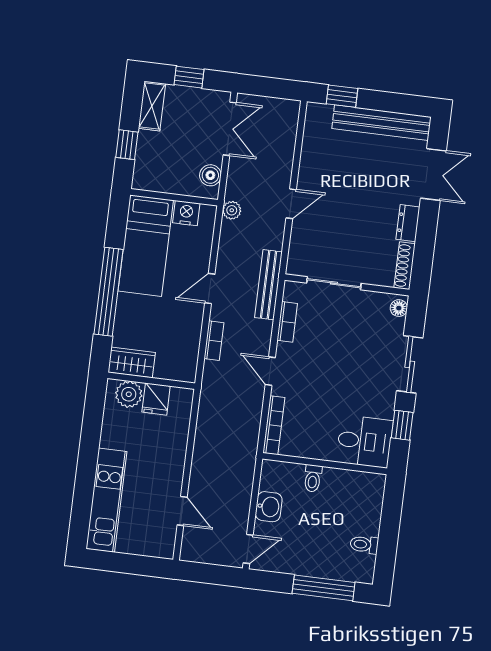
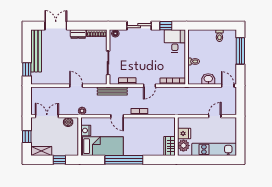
wardrobe: (132, 362) -> (170, 146), moved
wall: (151, 381) -> (176, 137), moved
plant: (129, 394) -> (183, 146), moved
fridge: (156, 399) -> (184, 133), moved

